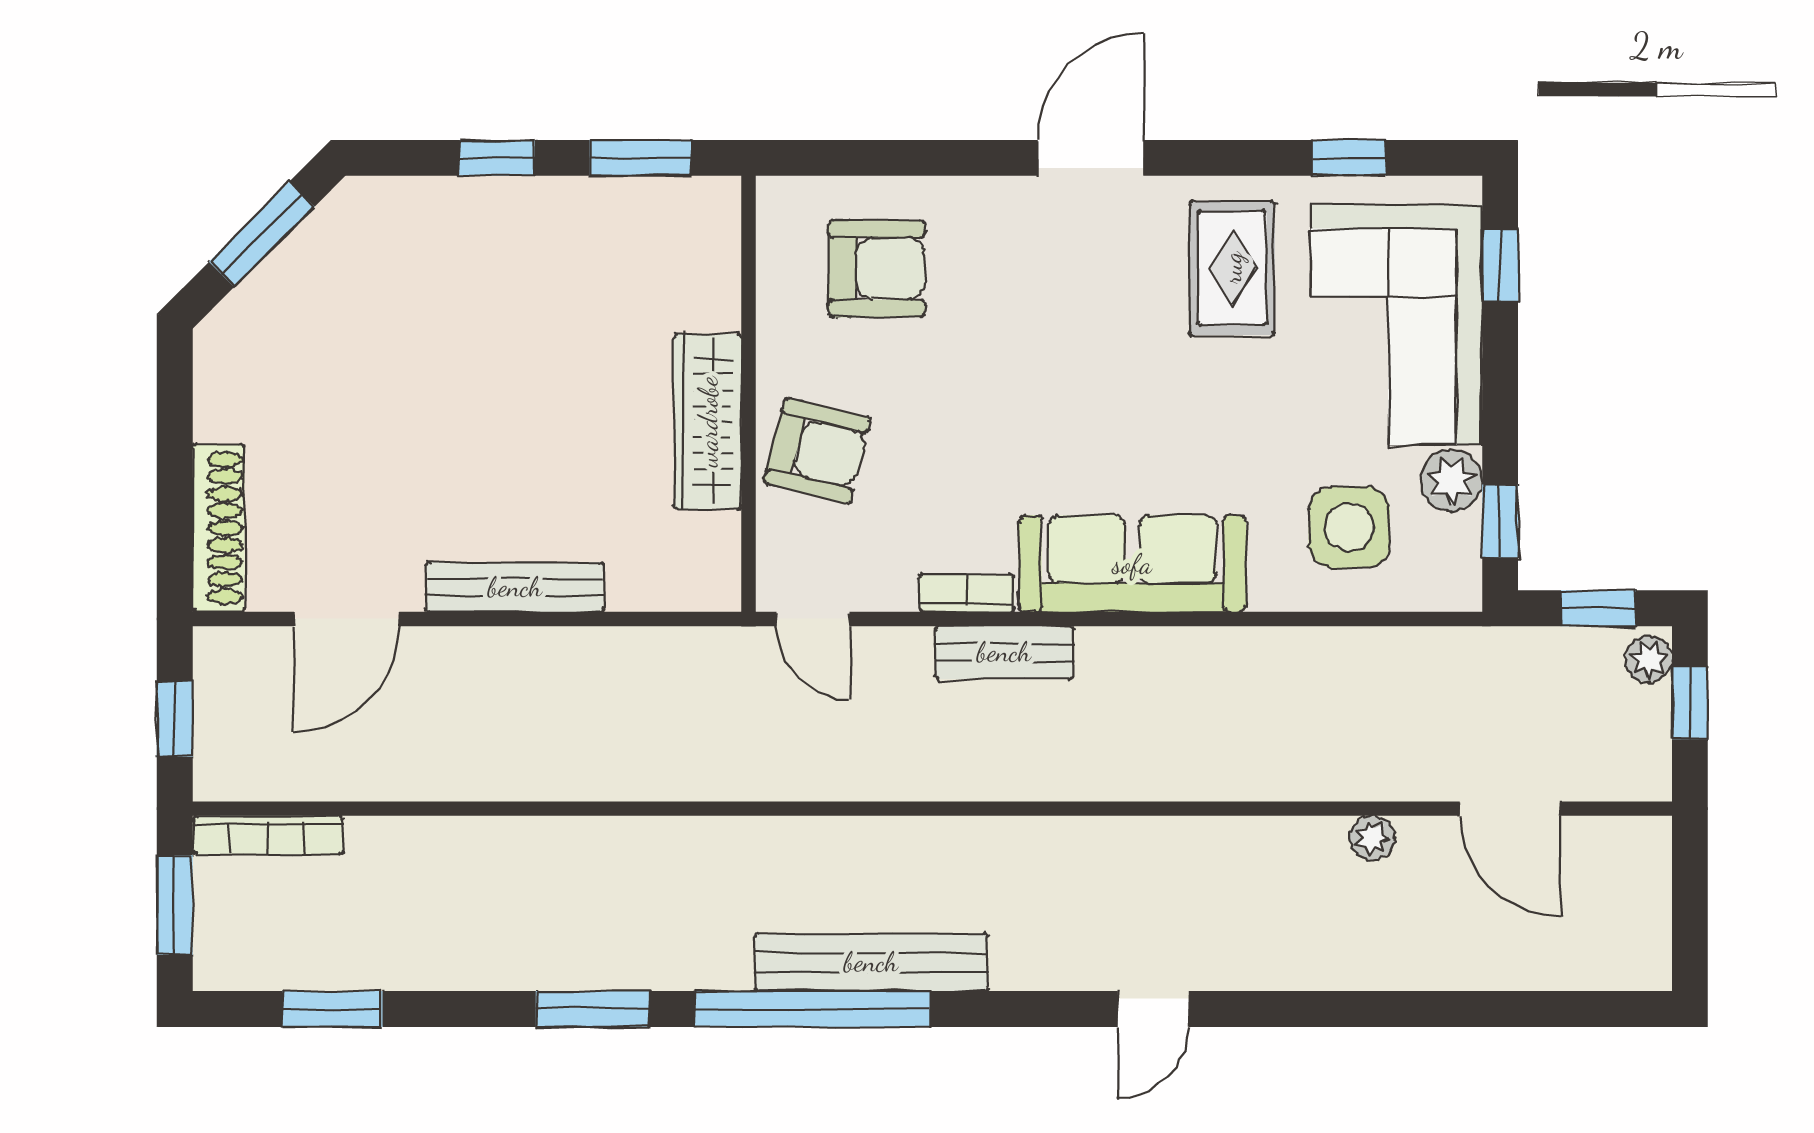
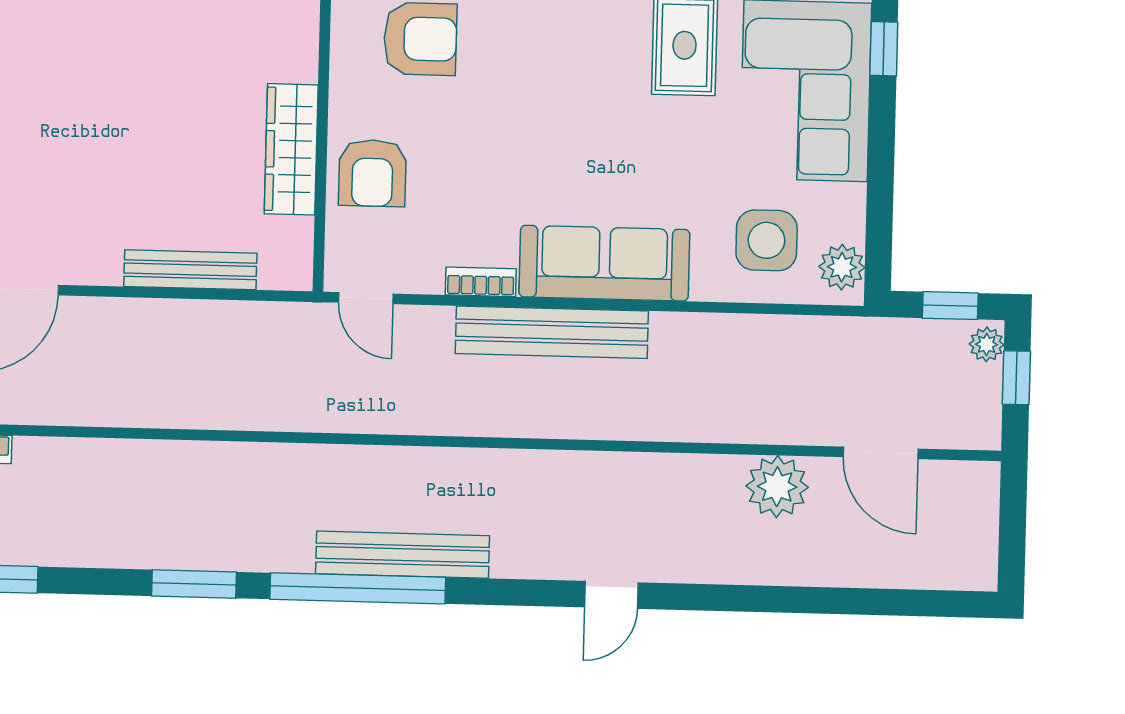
armchair: (817, 451) -> (372, 173), turned 76
plant: (1451, 481) -> (842, 267), moved
window: (1500, 521) -> (879, 239), removed
bench: (515, 587) -> (190, 270), moved
bench: (1004, 652) -> (552, 332), width x1.86, depth x1.21
plant: (1372, 838) -> (777, 487), width x1.88, depth x1.88

